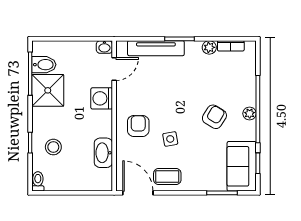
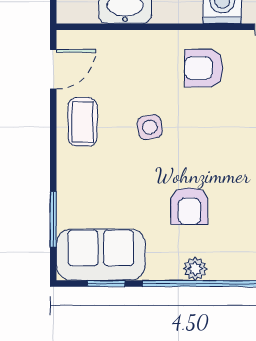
armchair: (214, 117) -> (189, 206), turned 58
armchair: (138, 126) -> (204, 68), moved, turned 180
door: (138, 193) -> (53, 69), width x0.73

